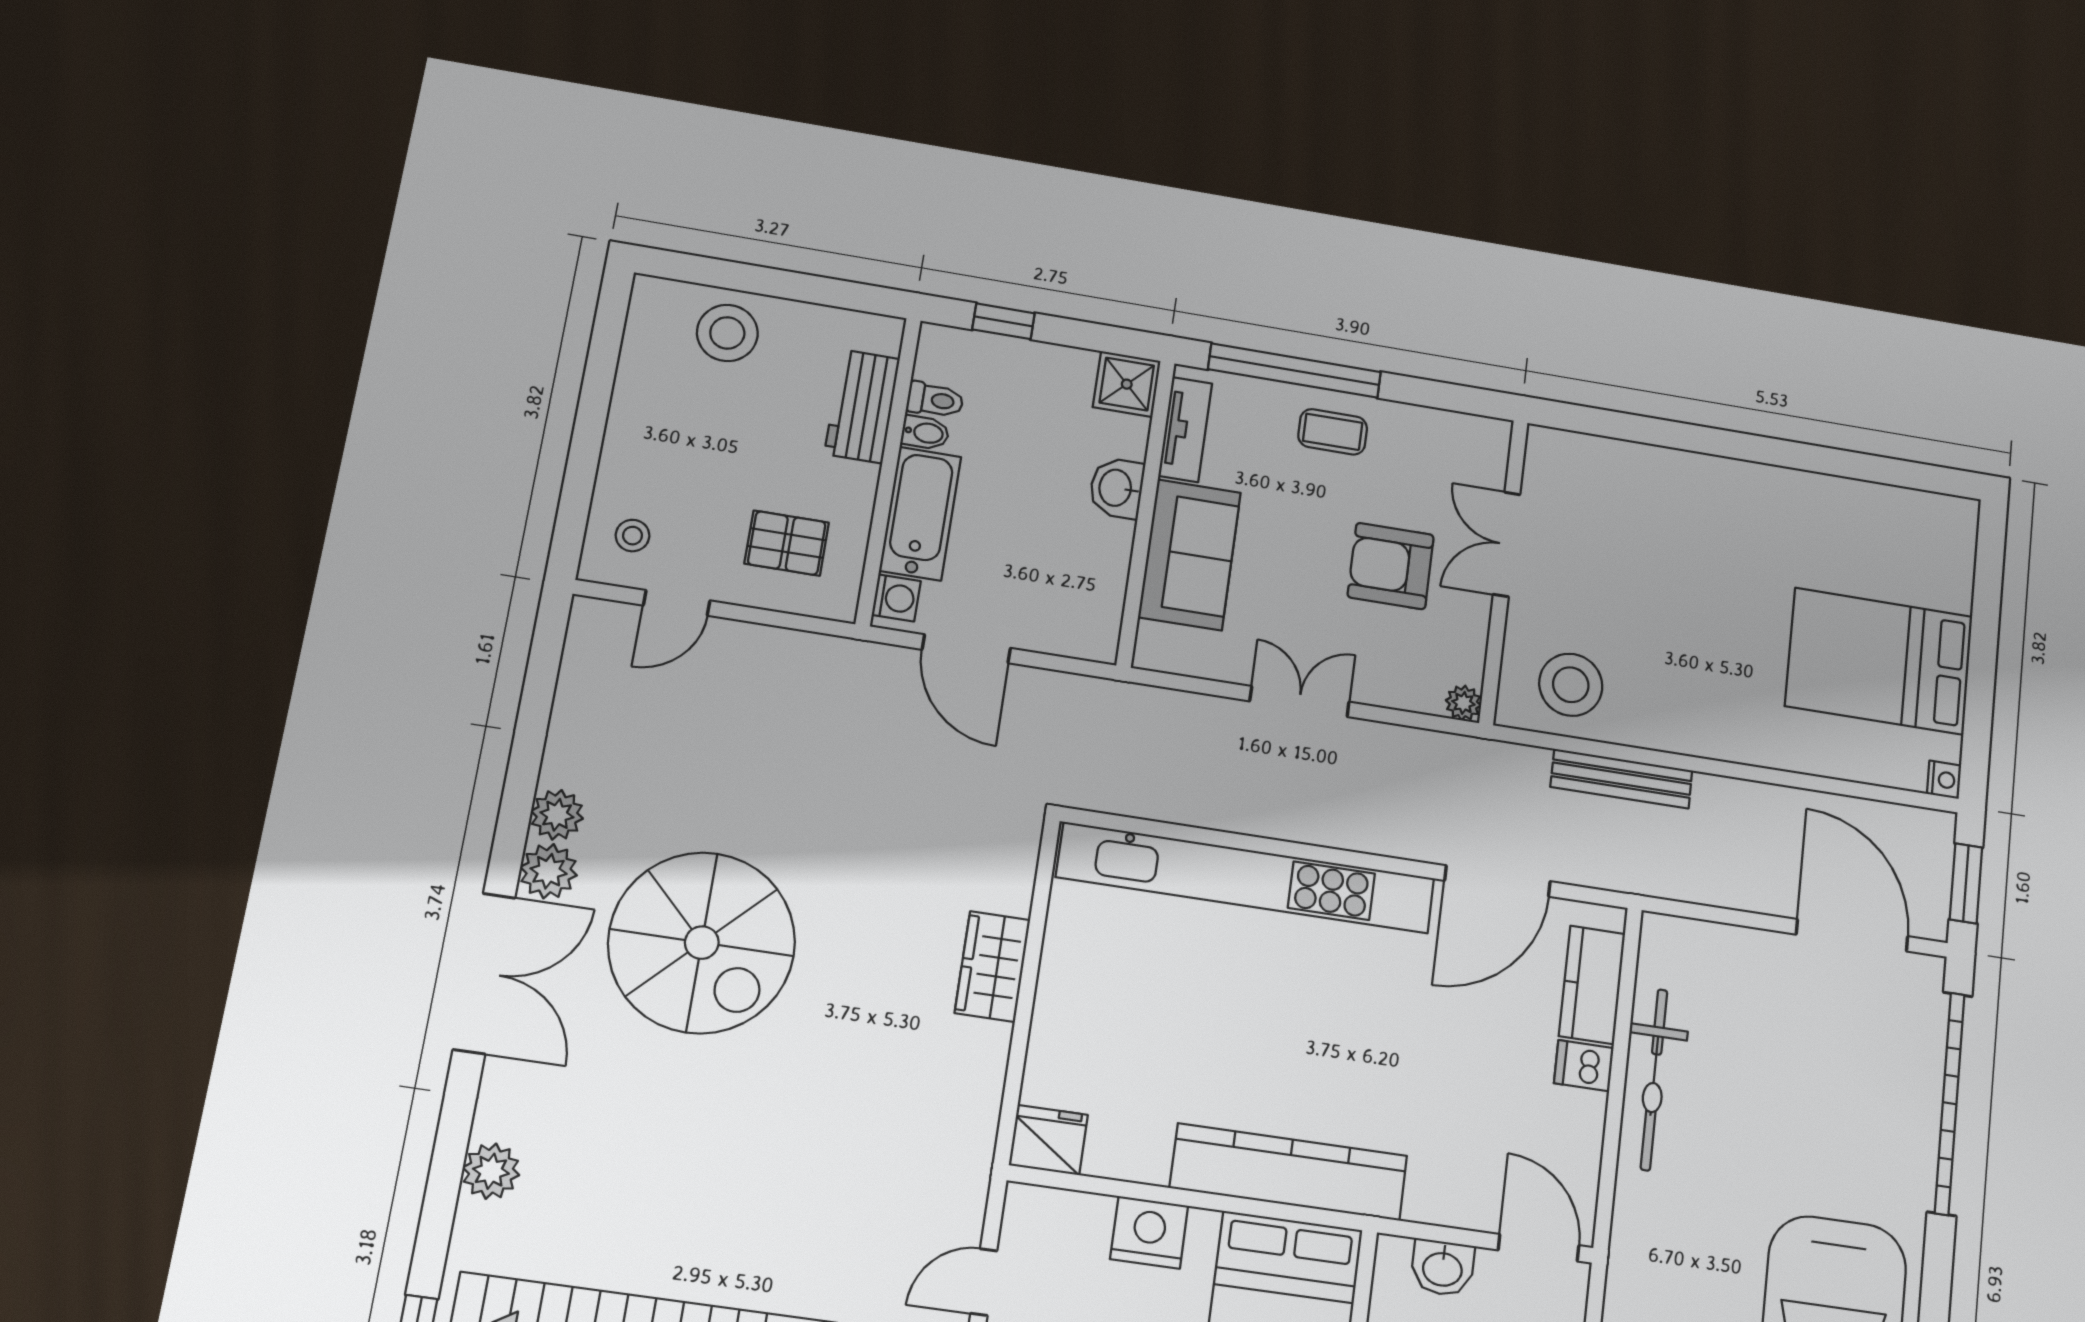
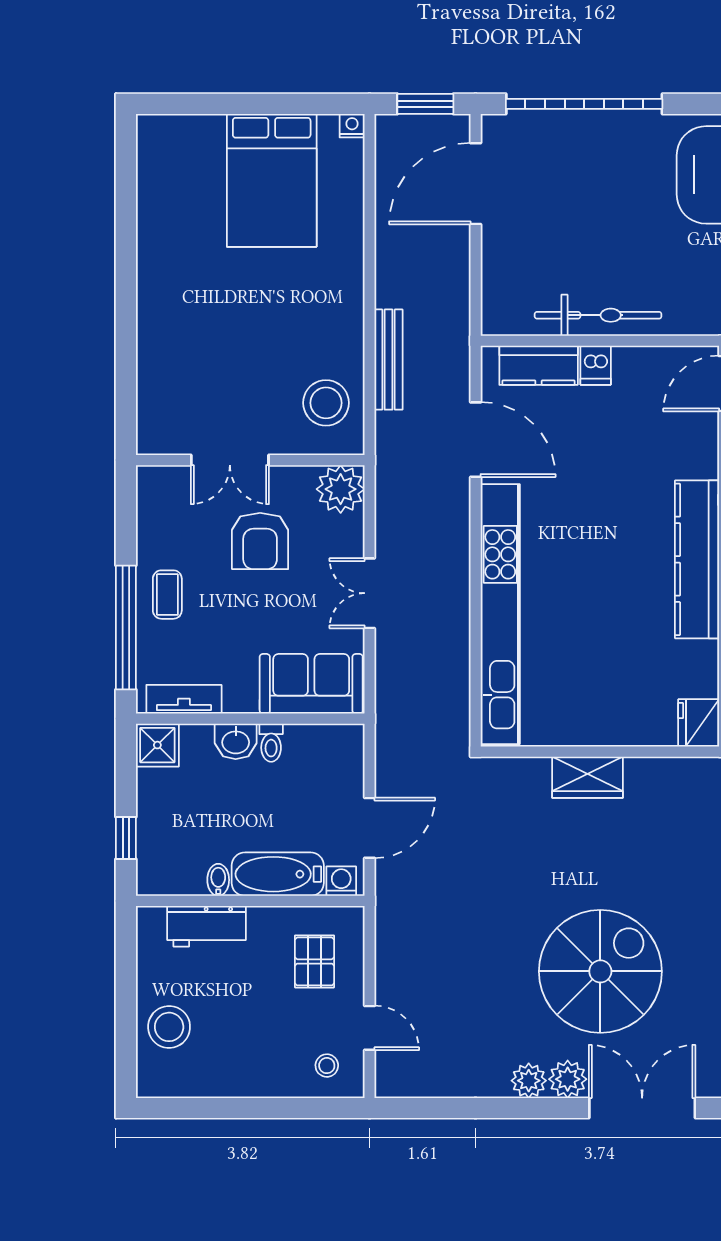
toilet: (935, 400) -> (271, 743), moved, turned 180
sofa: (1190, 555) -> (311, 684), moved
plant: (1463, 703) -> (341, 489), width x1.88, depth x1.88

